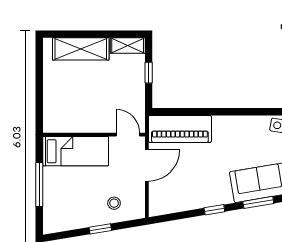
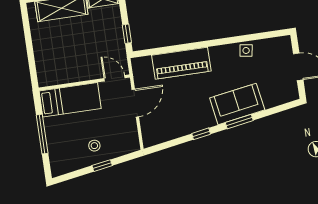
window: (149, 73) -> (127, 34), moved
piano: (180, 129) -> (181, 63), moved
stool: (114, 203) -> (94, 146), moved

